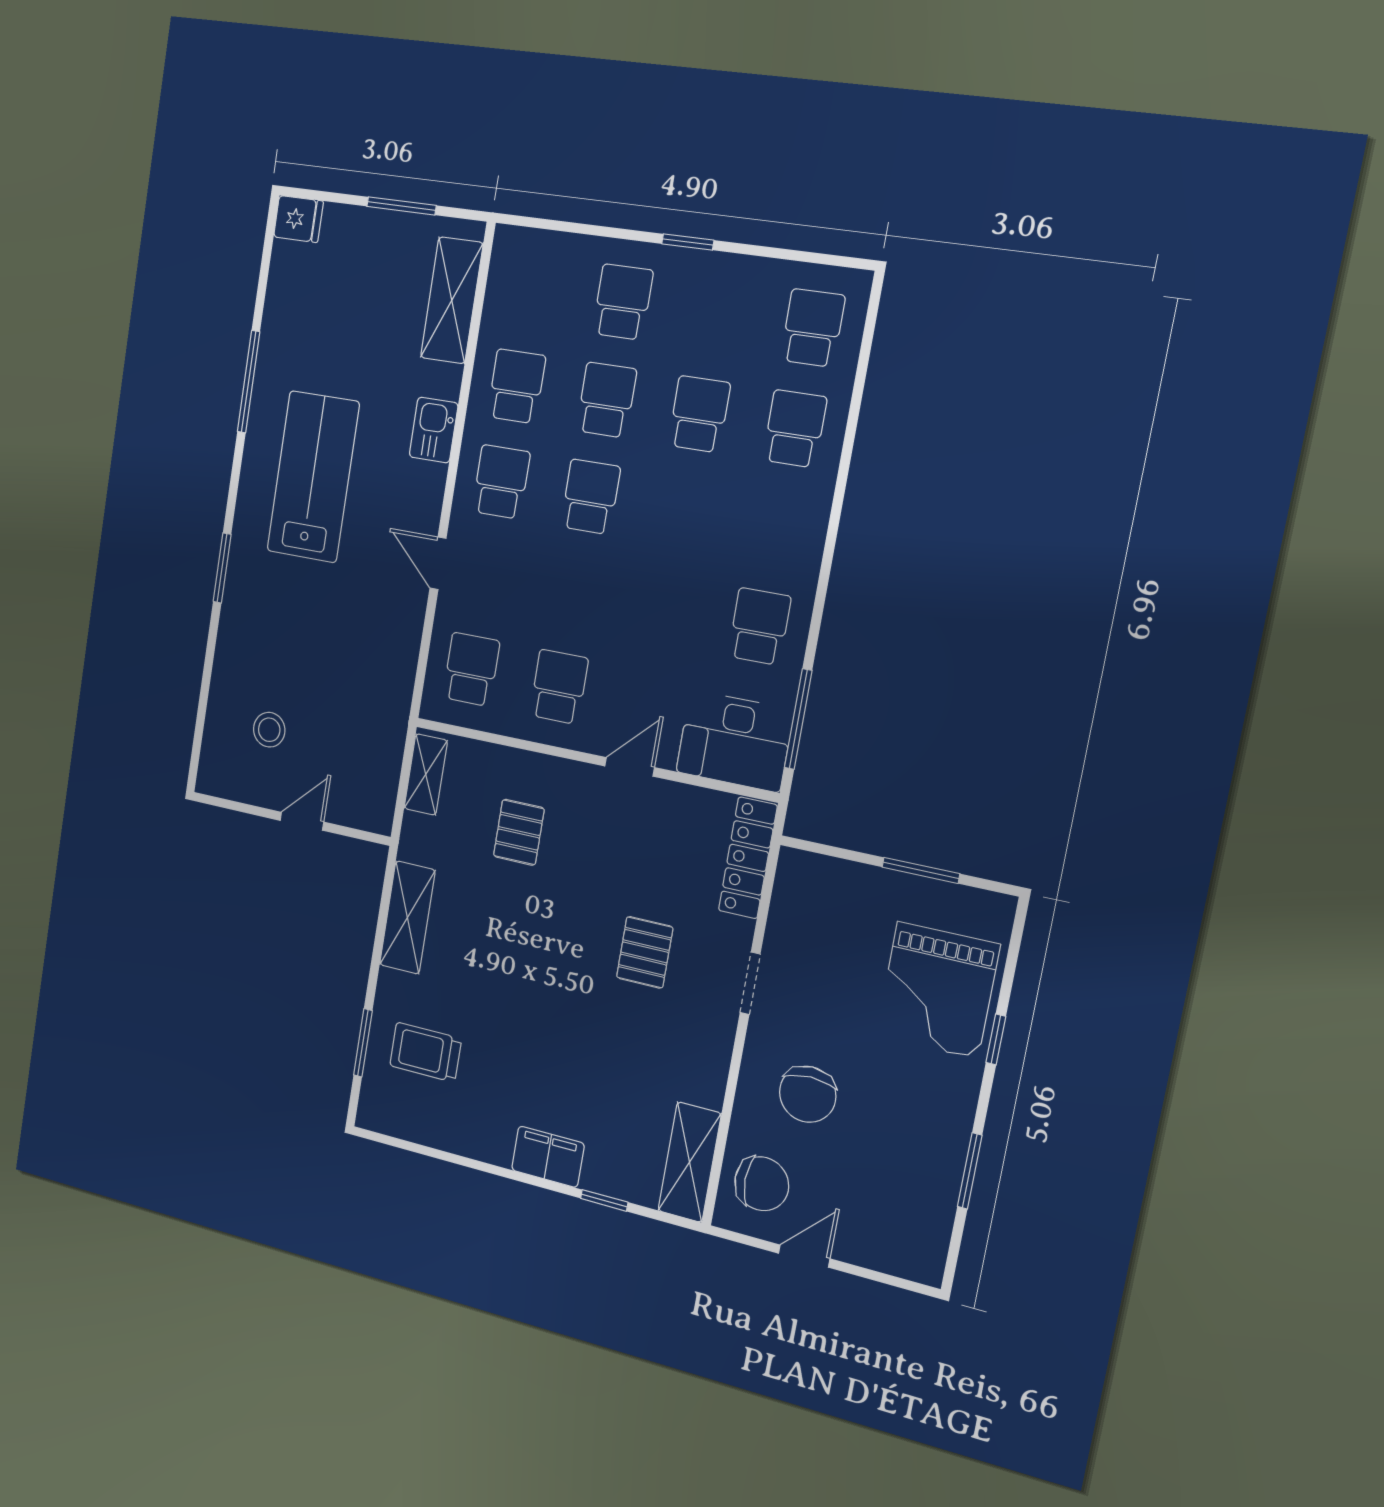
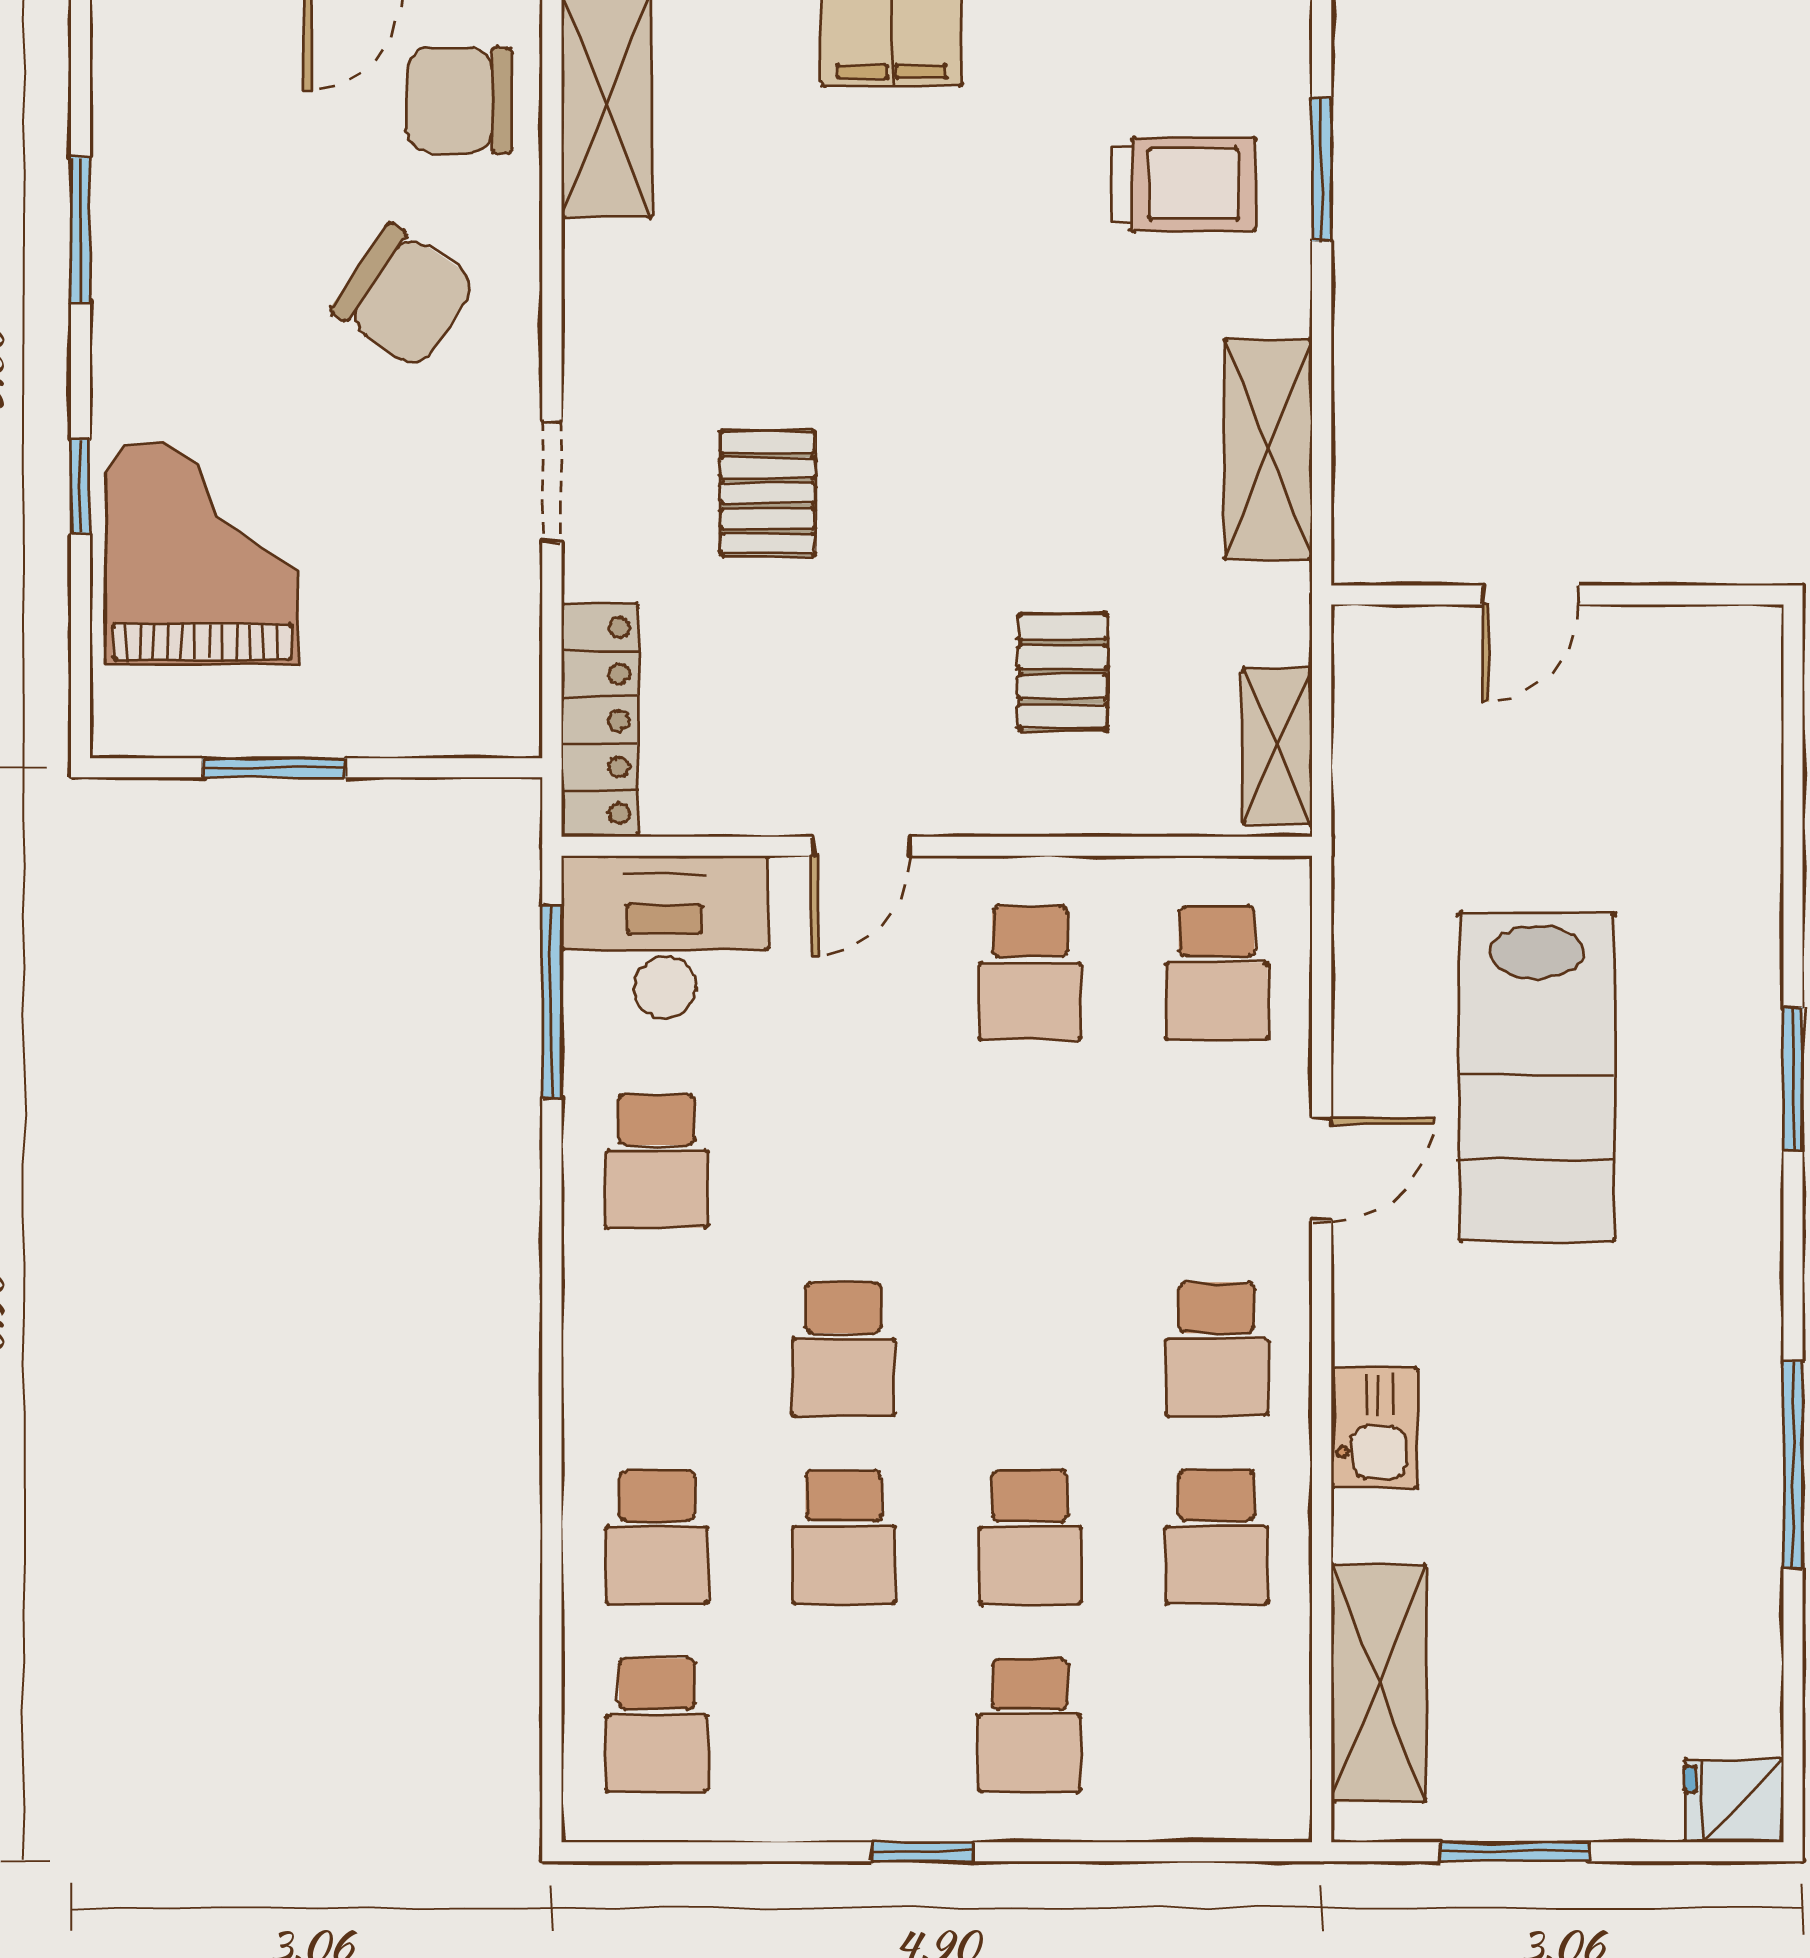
lab bench: (313, 477) -> (1537, 1077), moved
school desk: (590, 497) -> (843, 1349), moved
door: (438, 563) -> (1322, 1169), hinge flipped
stool: (269, 730) -> (1634, 768), removed
chair: (808, 1094) -> (404, 296), turned 124

